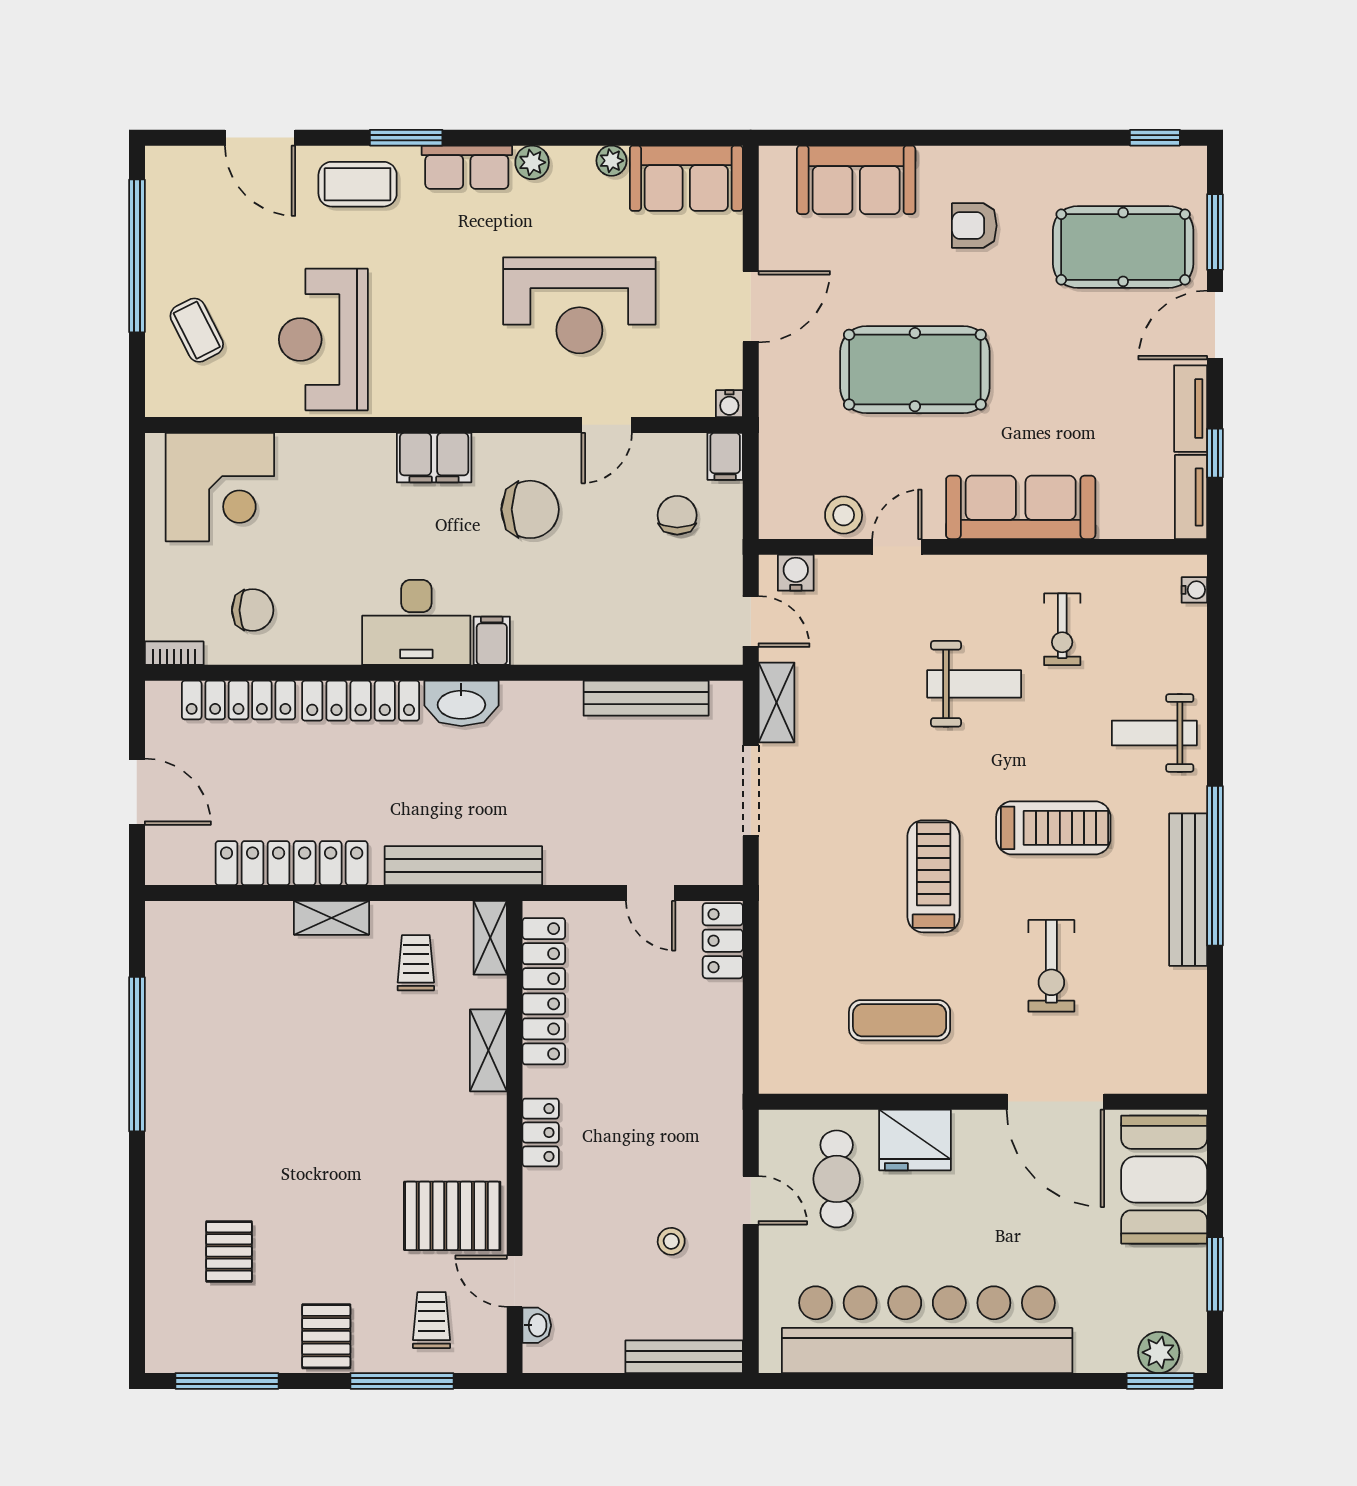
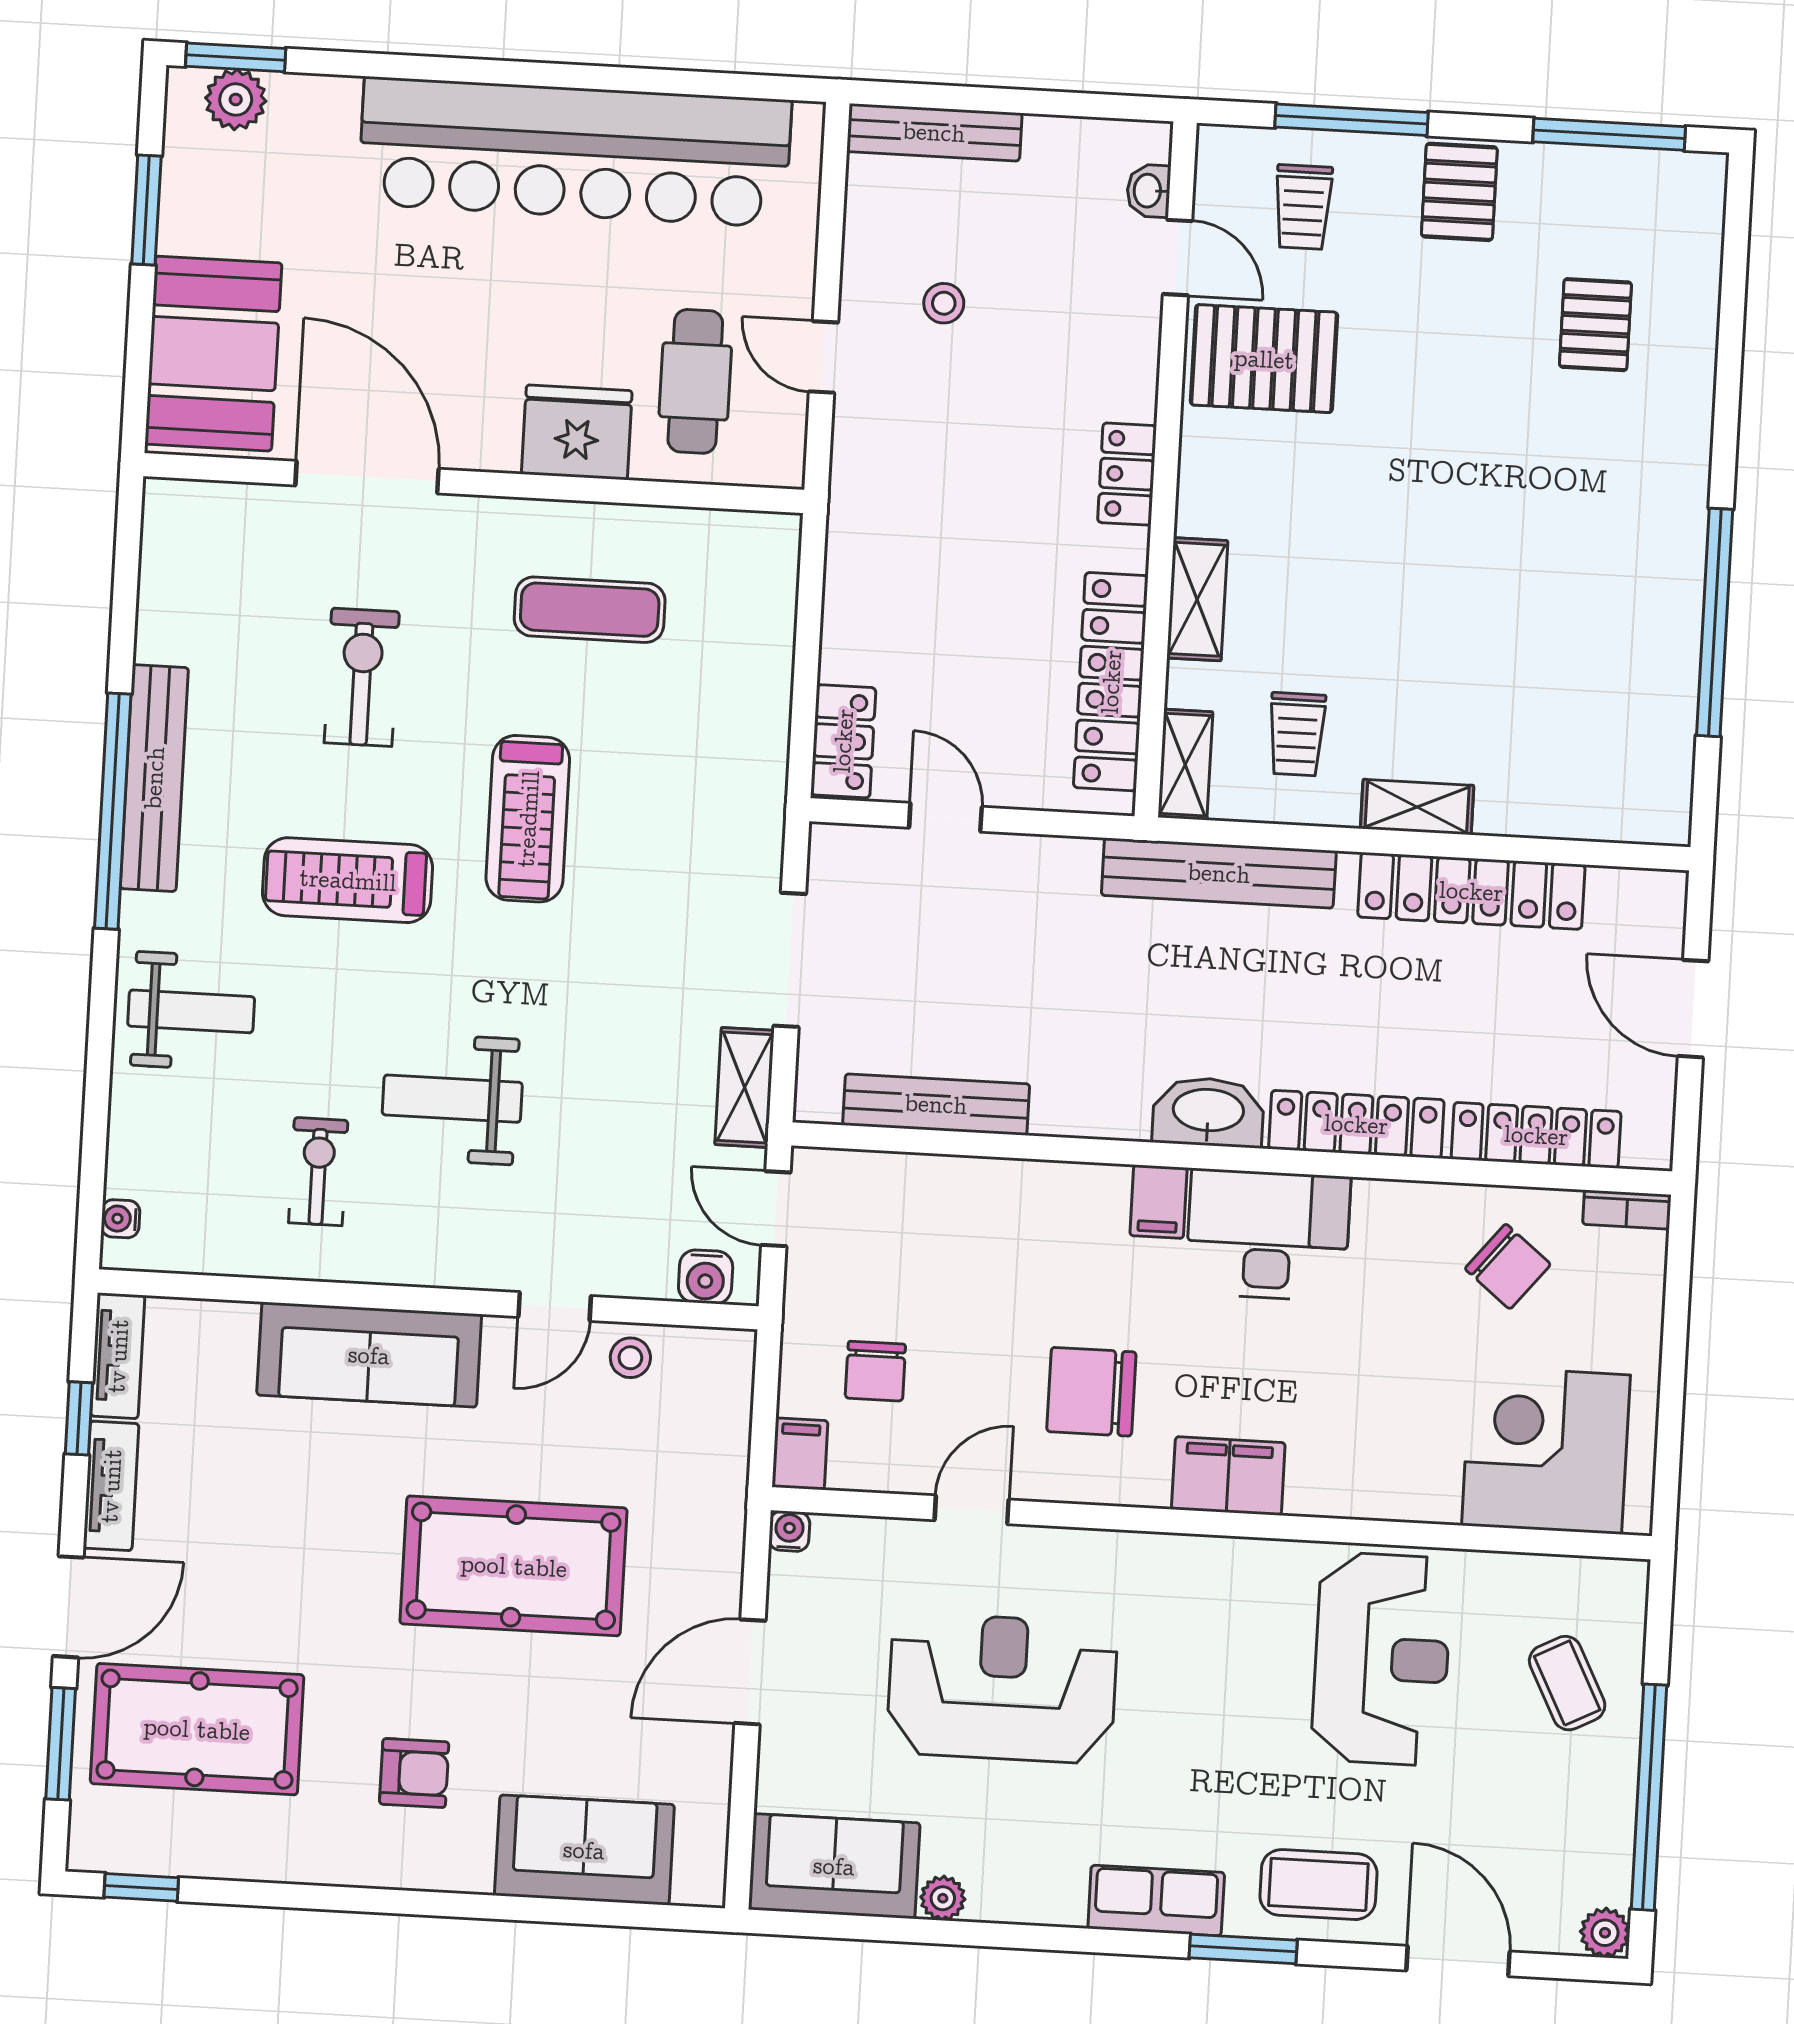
plant: (532, 162) -> (1605, 1933), moved
stool: (844, 515) -> (630, 1358), width x0.73, depth x0.73
chair: (253, 610) -> (1508, 1267), turned -141

